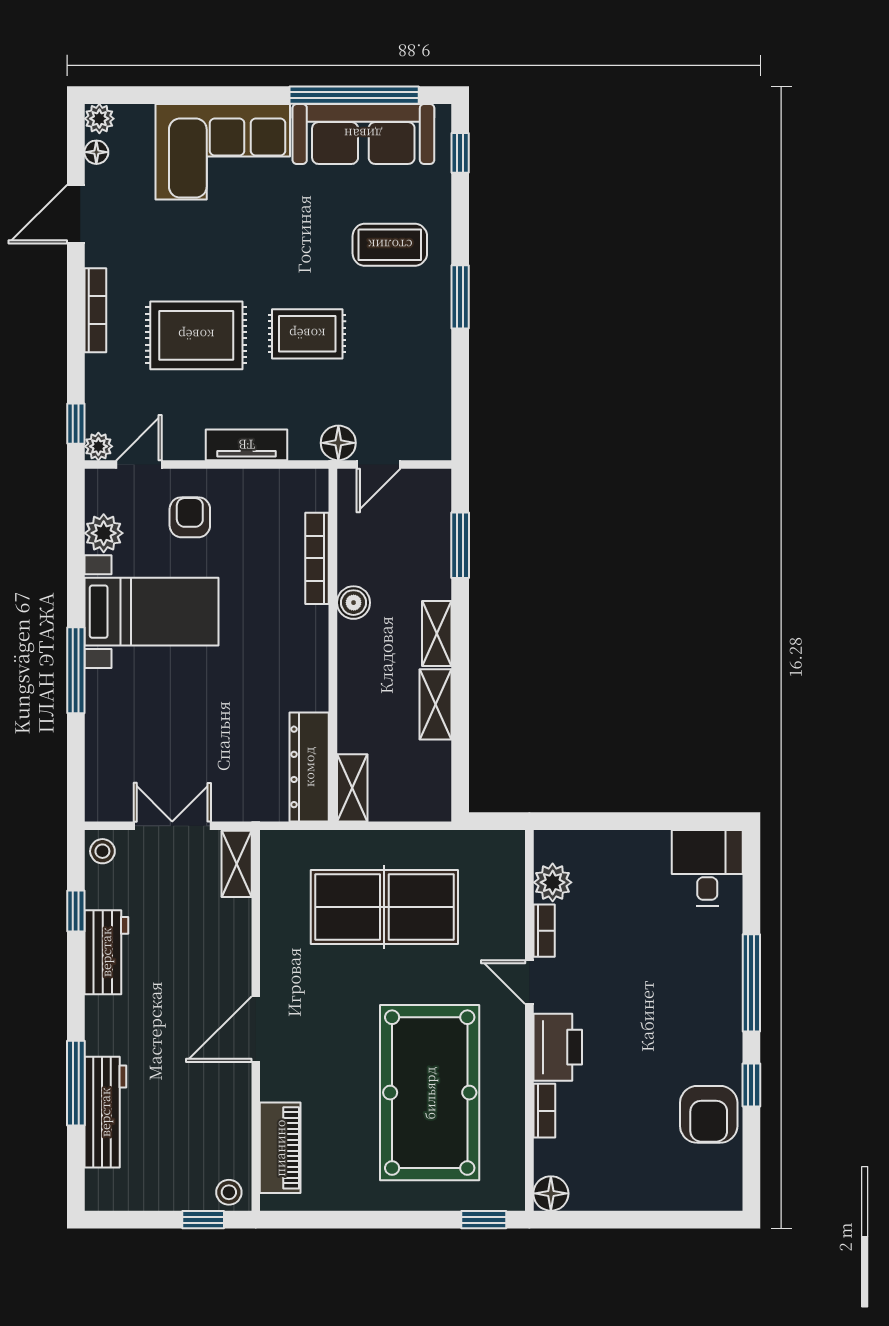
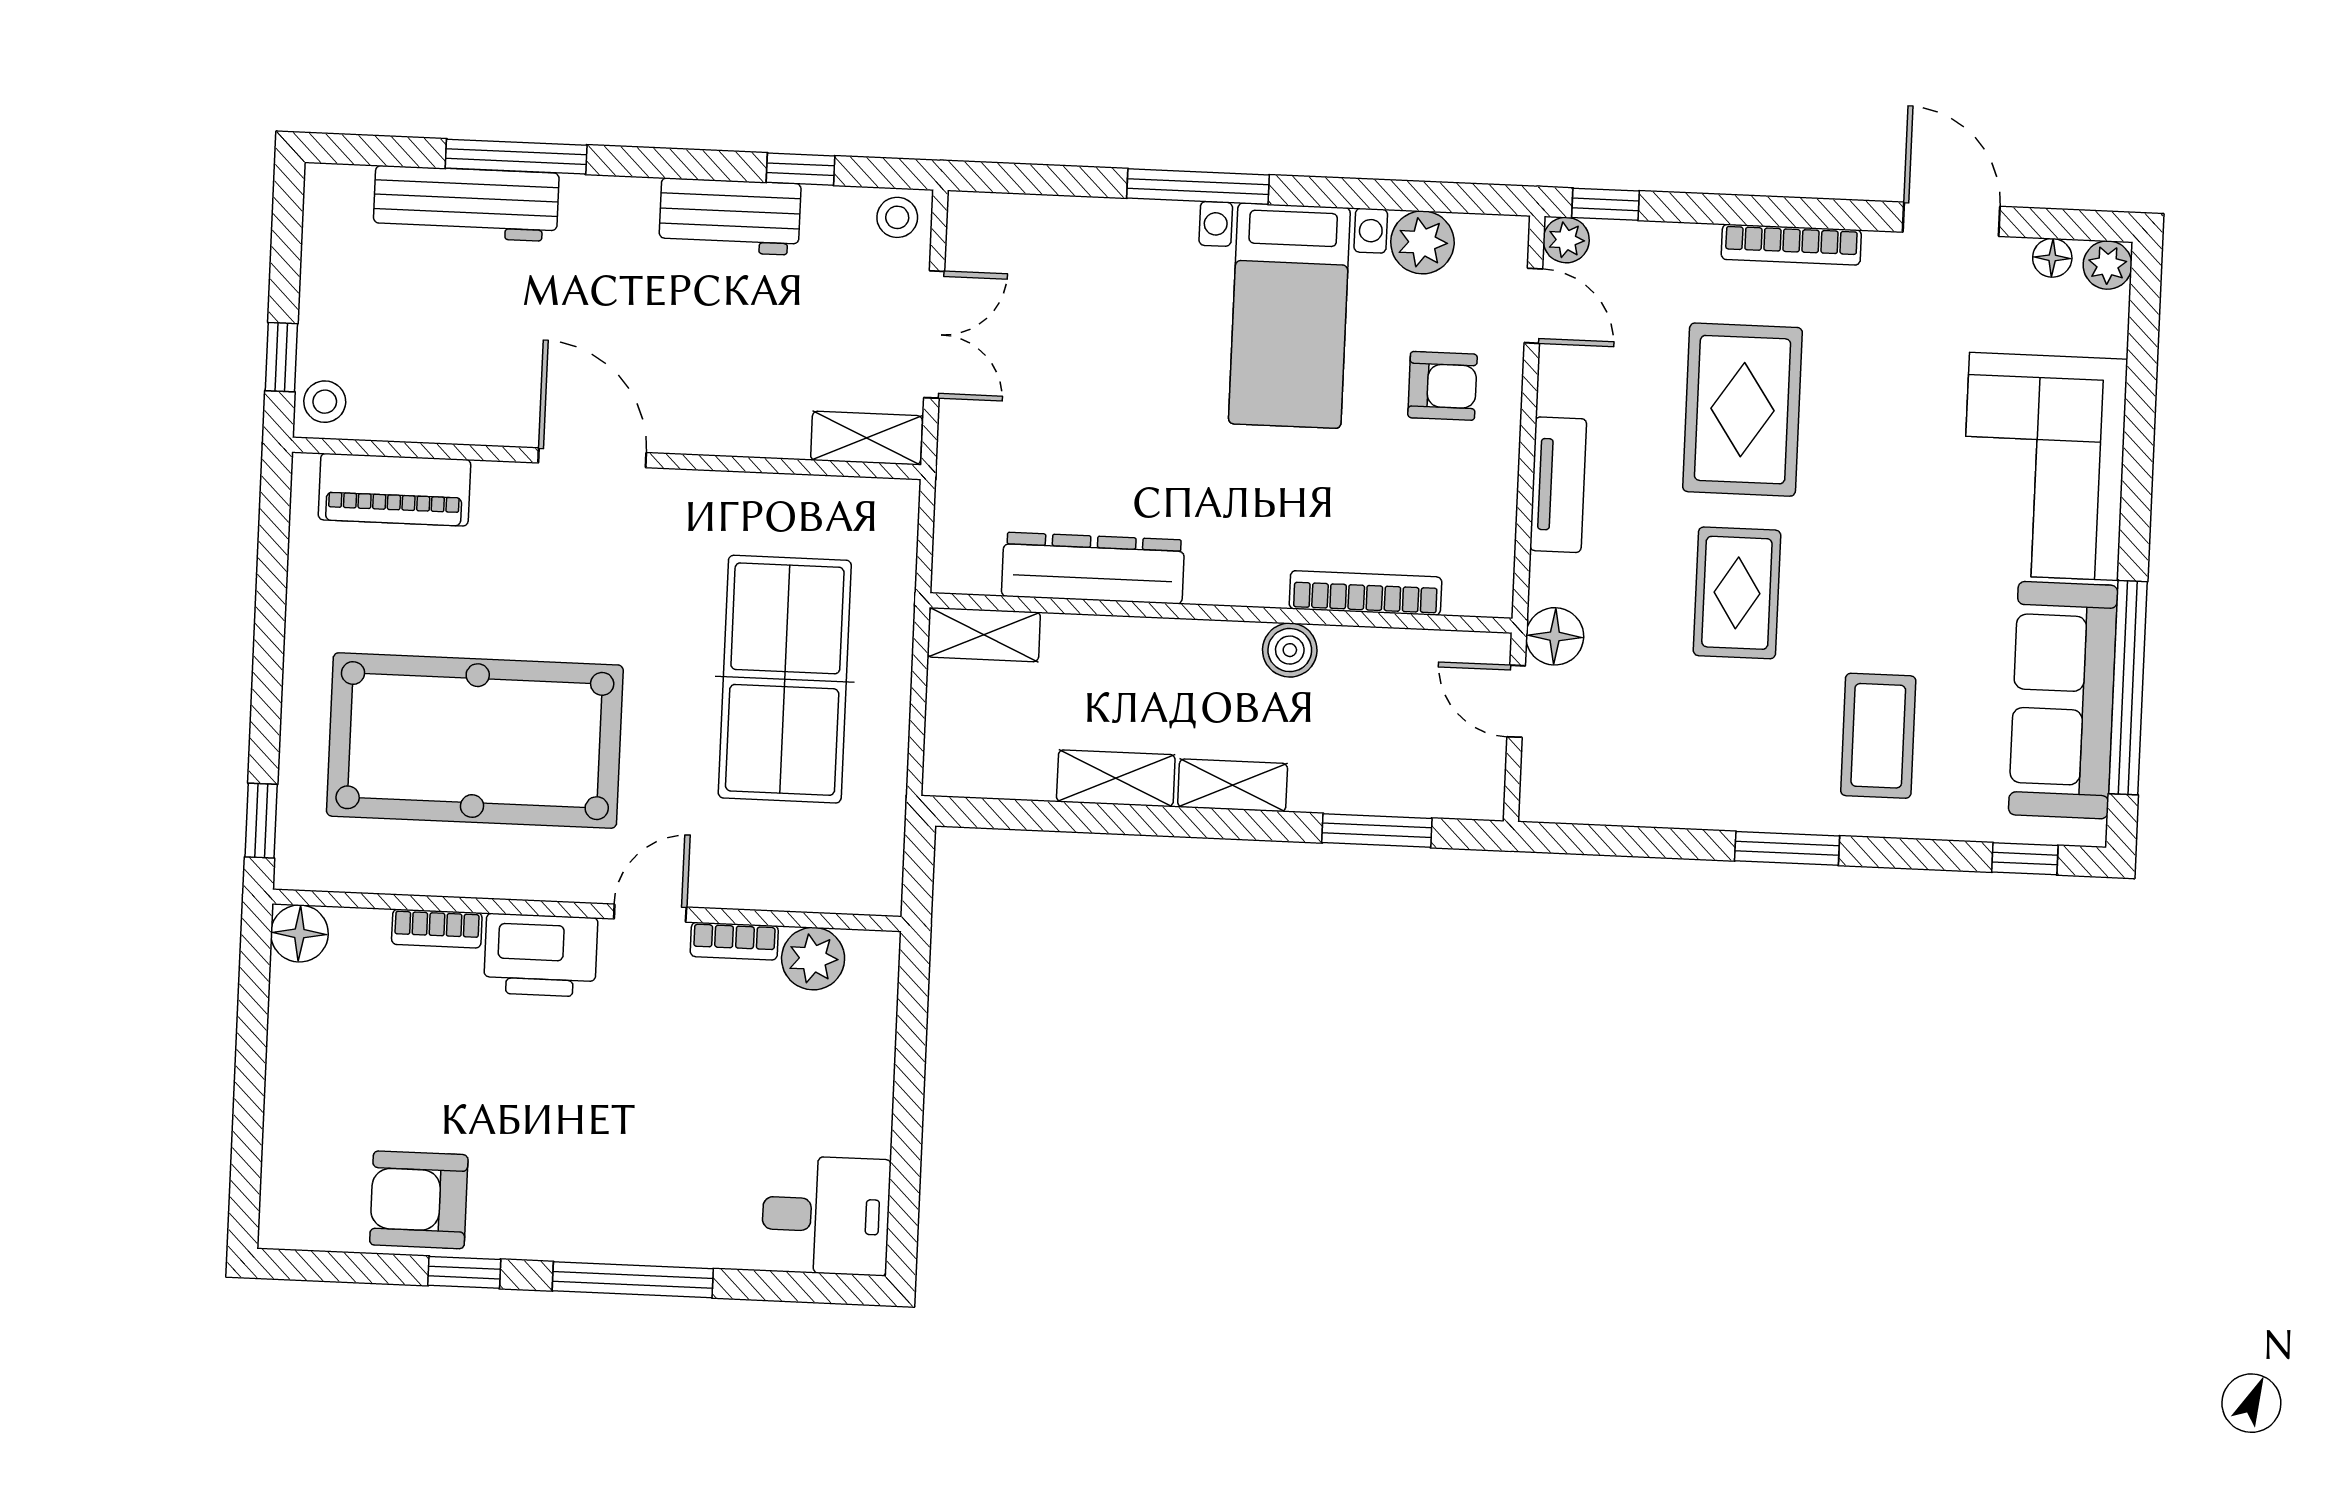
dresser: (309, 767) -> (1093, 568), moved

